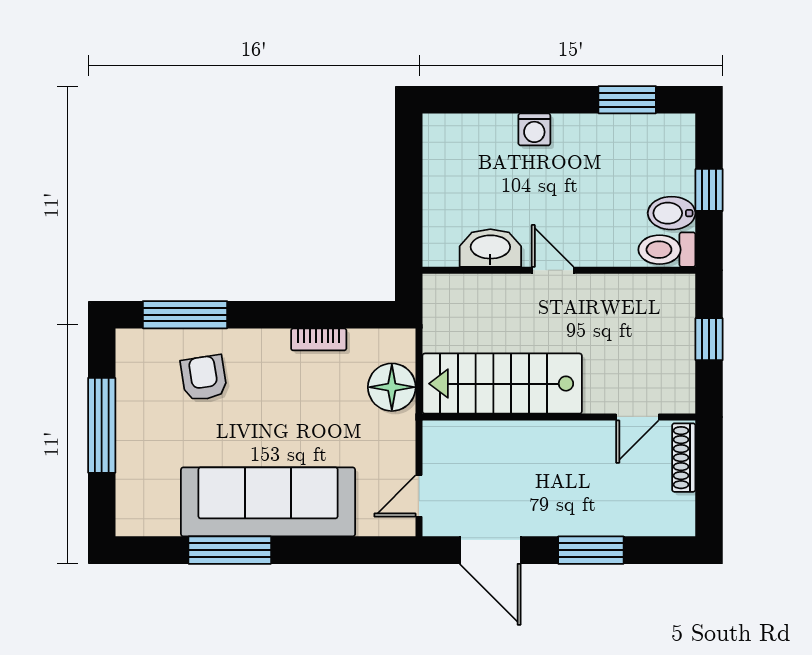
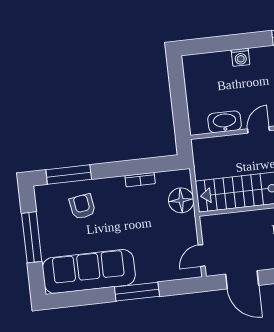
door: (553, 270) -> (258, 130), hinge flipped
sofa: (268, 502) -> (89, 271), moved
window: (230, 550) -> (137, 292), moved

